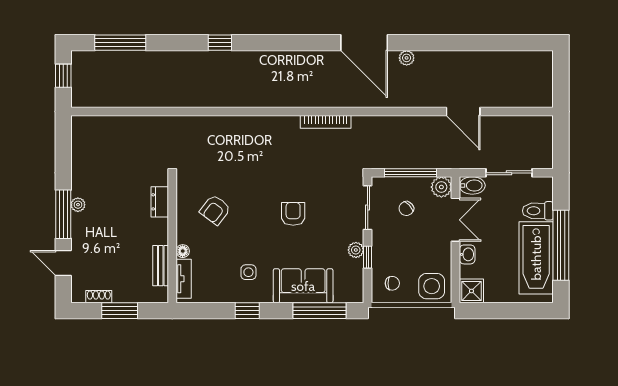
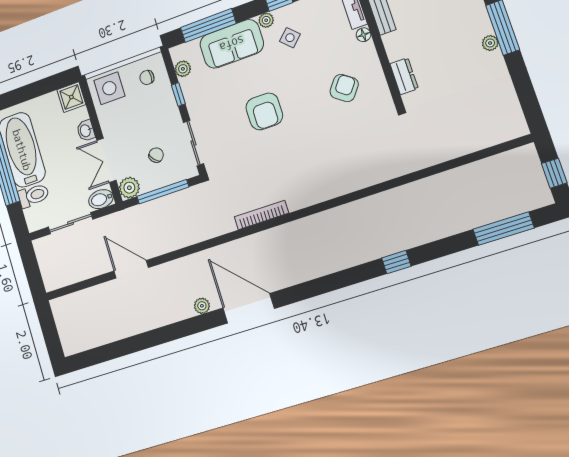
armchair: (293, 214) -> (264, 111), width x1.38, depth x1.38
plant: (356, 250) -> (183, 69), moved
side table: (248, 272) -> (290, 38), turned 45
plant: (265, 296) -> (266, 20), added

